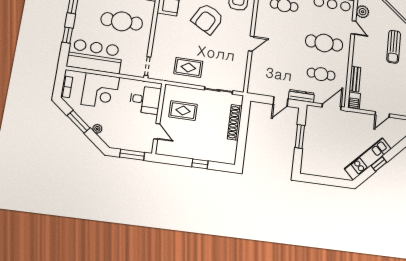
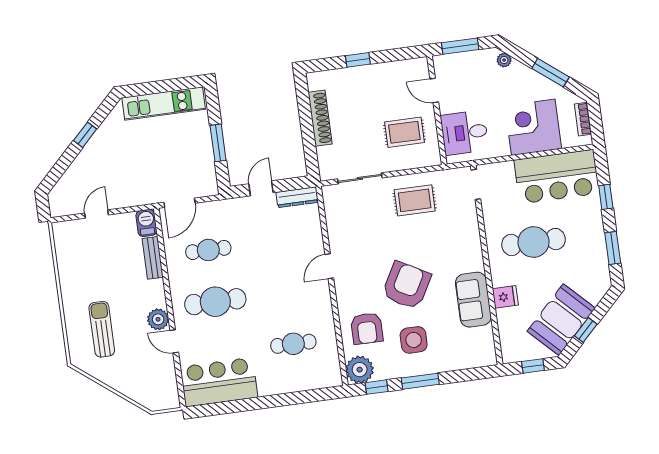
plant: (363, 12) -> (158, 319), moved
dresser: (301, 96) -> (297, 197), moved
shoe rack: (235, 122) -> (320, 118), moved
plant: (97, 129) -> (504, 60), moved
kitchen unit: (368, 159) -> (164, 104), moved, turned 45

